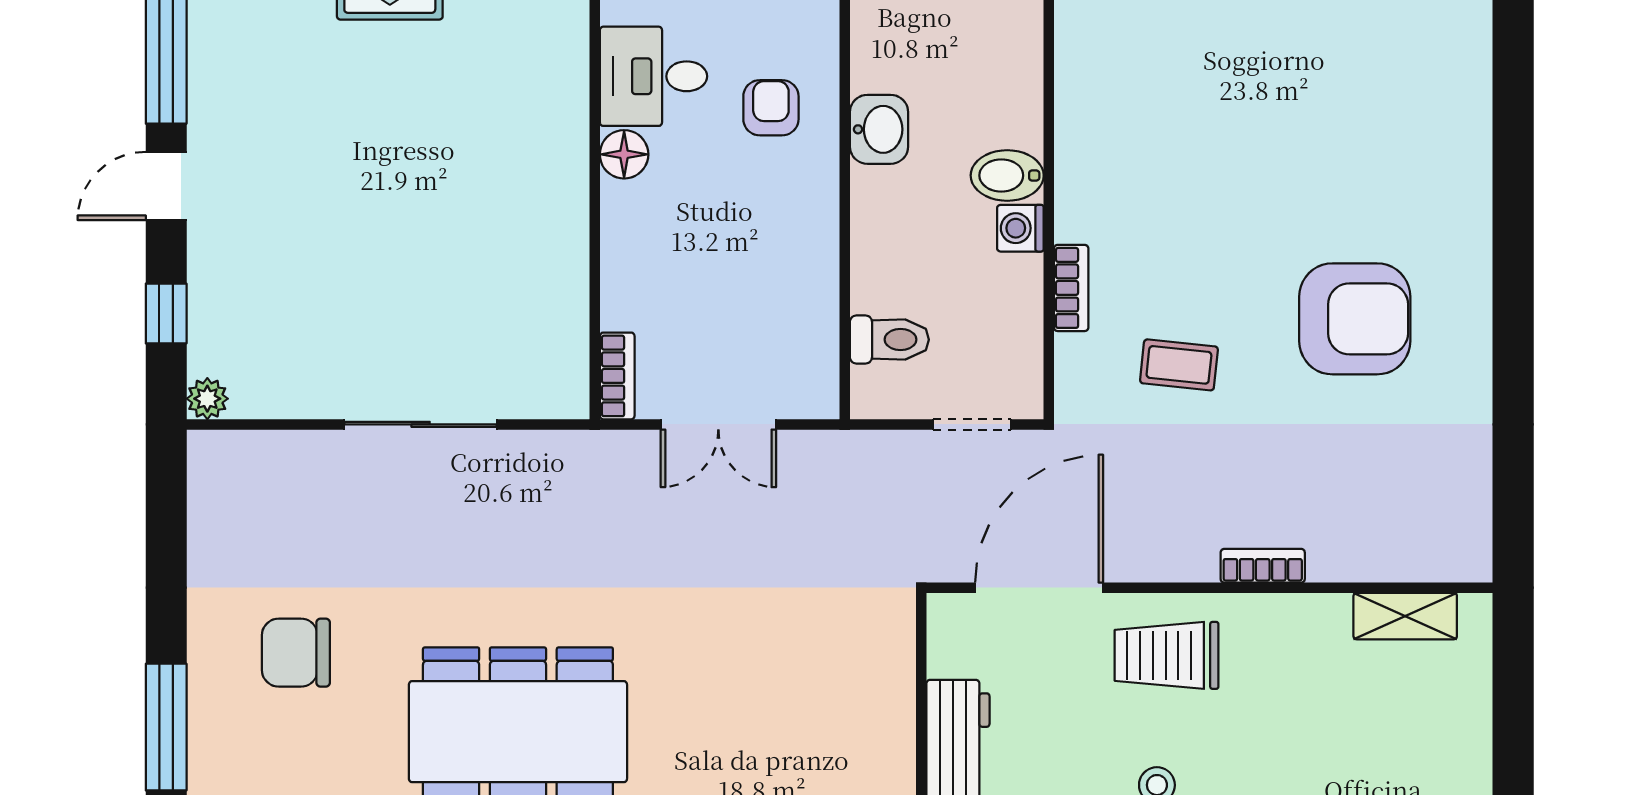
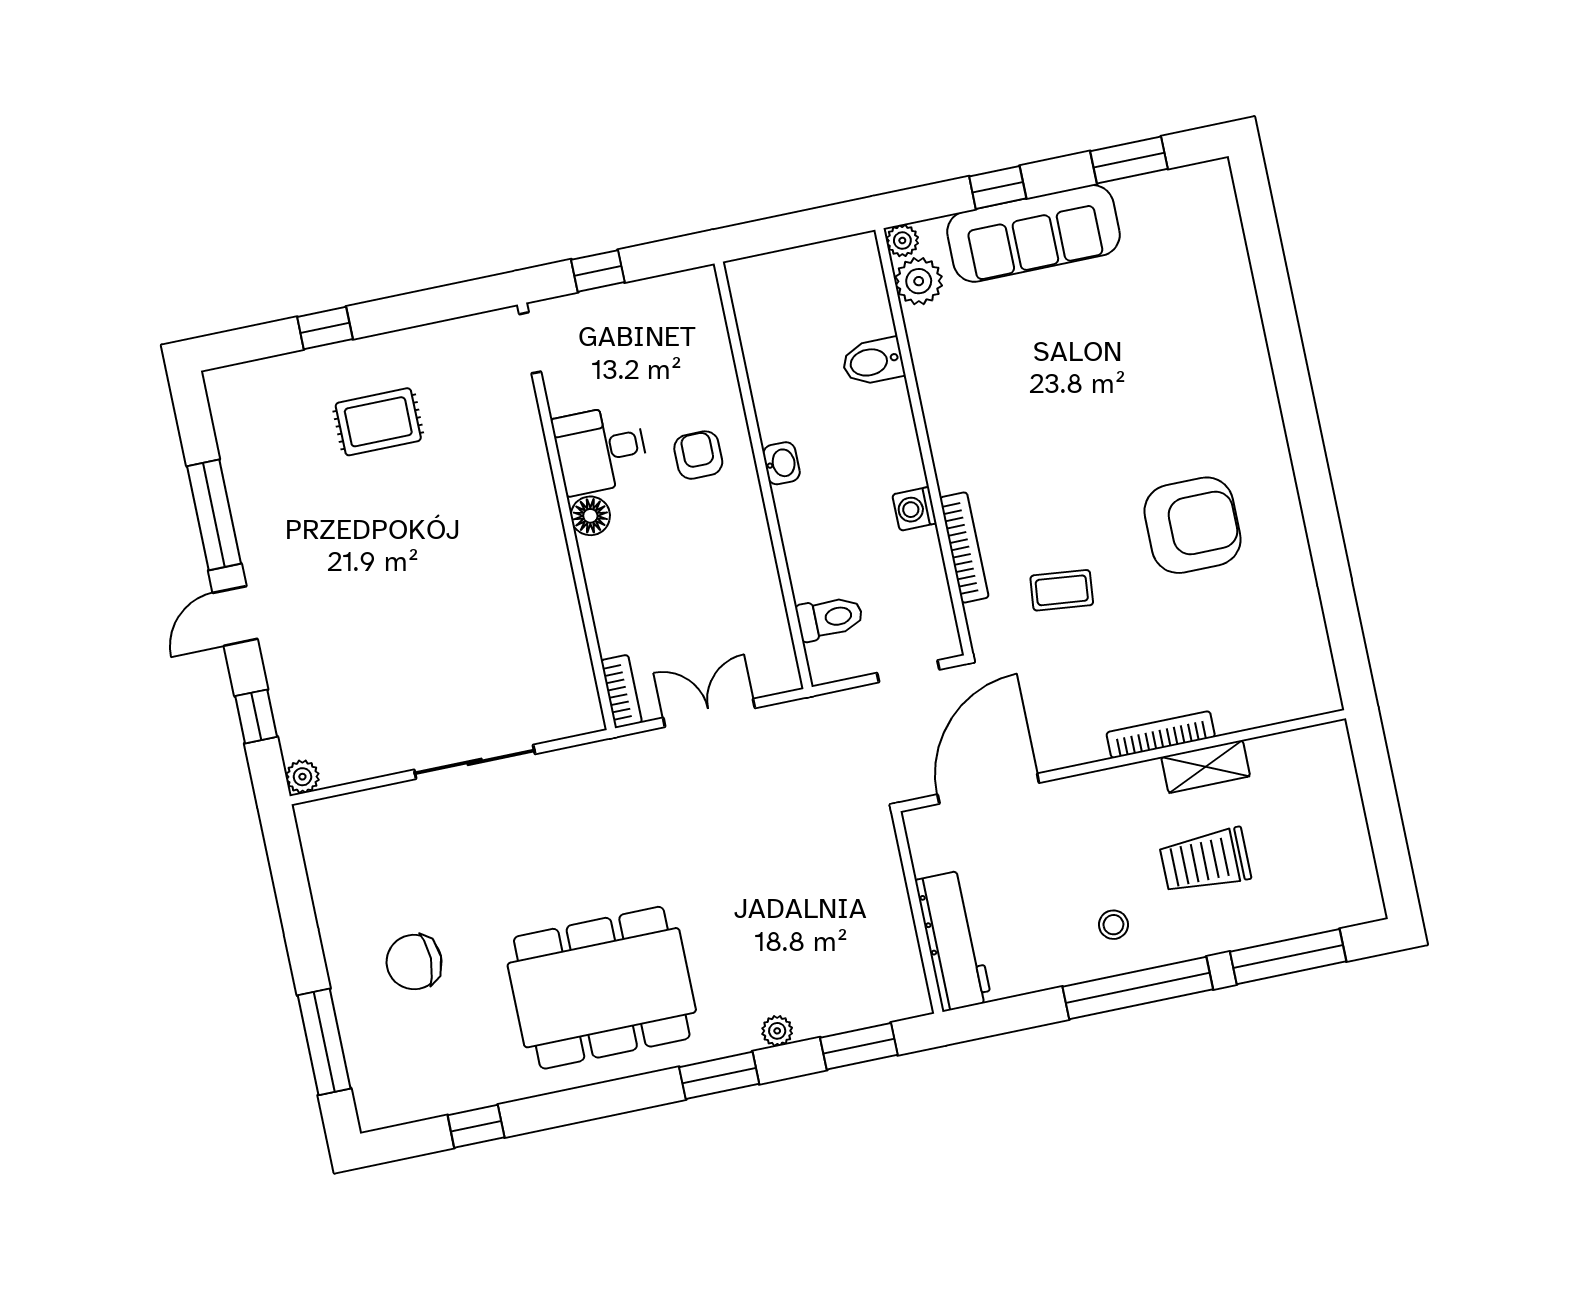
washbasin: (879, 129) -> (781, 463), width x0.72, depth x0.69
bidet: (1007, 175) -> (873, 362), moved
bookcase: (1071, 288) -> (964, 548), width x1.56
double door: (718, 424) -> (709, 713), swing flipped
bookcase: (1263, 566) -> (1161, 735), width x1.56
shelving: (1405, 616) -> (1206, 767), moved
trolley: (1167, 655) -> (1205, 861), moved

